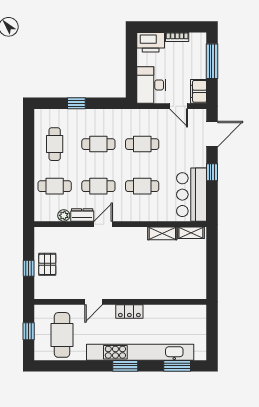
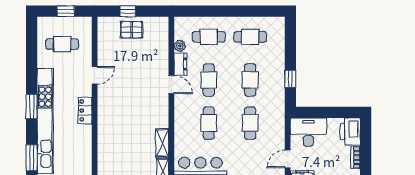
window: (76, 103) -> (290, 79), moved
cafe table: (55, 186) -> (209, 37), turned 90
door: (94, 302) -> (95, 75), swing flipped
cafe table: (62, 335) -> (62, 44), width x0.73, depth x0.74

